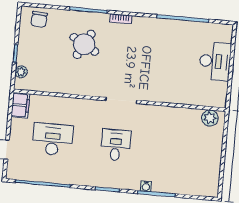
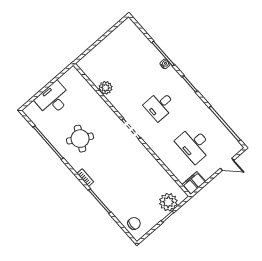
round table: (84, 44) -> (80, 139), moved
plant: (21, 72) -> (168, 202), width x1.87, depth x1.87
plant: (210, 118) -> (105, 88), moved

